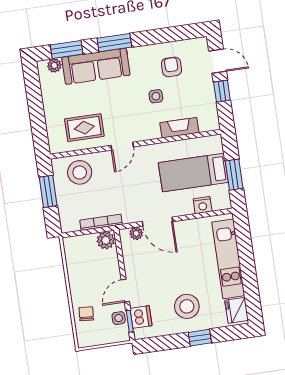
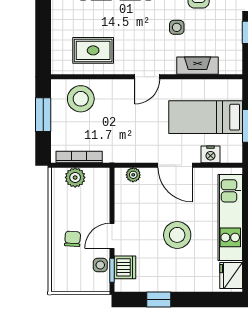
door: (122, 146) -> (147, 77), moved
bookcase: (101, 222) -> (79, 157), moved
door: (157, 222) -> (175, 165), moved
plant: (106, 240) -> (75, 177), moved
stool: (187, 306) -> (177, 235), moved
chair: (86, 314) -> (73, 239), moved
window: (200, 338) -> (159, 299), moved

